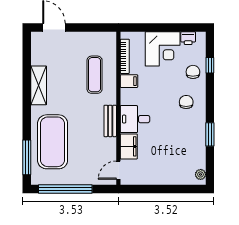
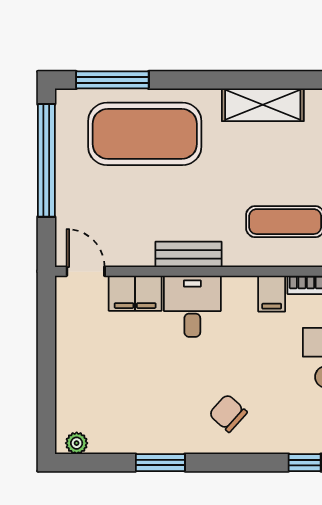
chair: (193, 72) -> (291, 427), removed
chair: (186, 102) -> (228, 413), turned -138

